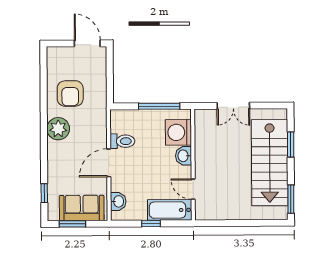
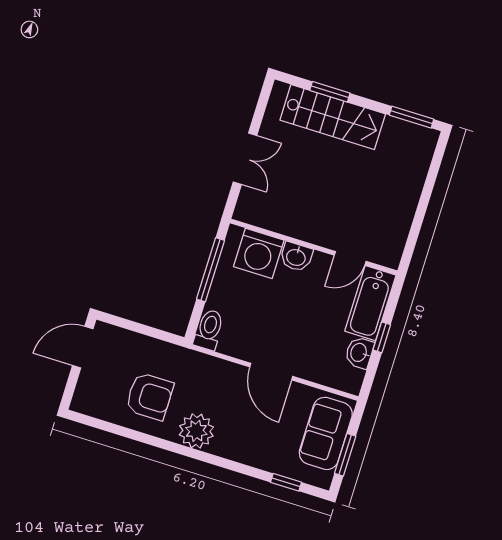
toilet: (122, 141) -> (209, 330), moved
stairs: (270, 163) -> (333, 117), width x0.73, depth x0.66
washbasin: (118, 201) -> (359, 353), moved, turned -90

